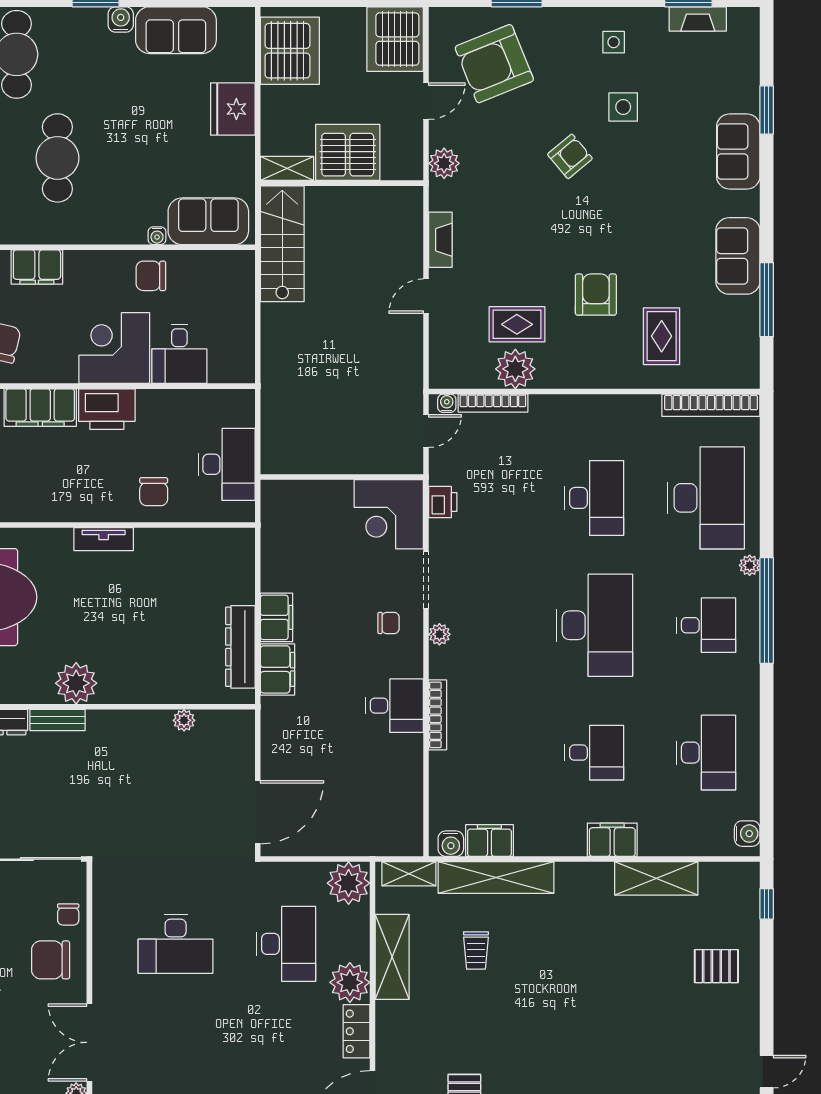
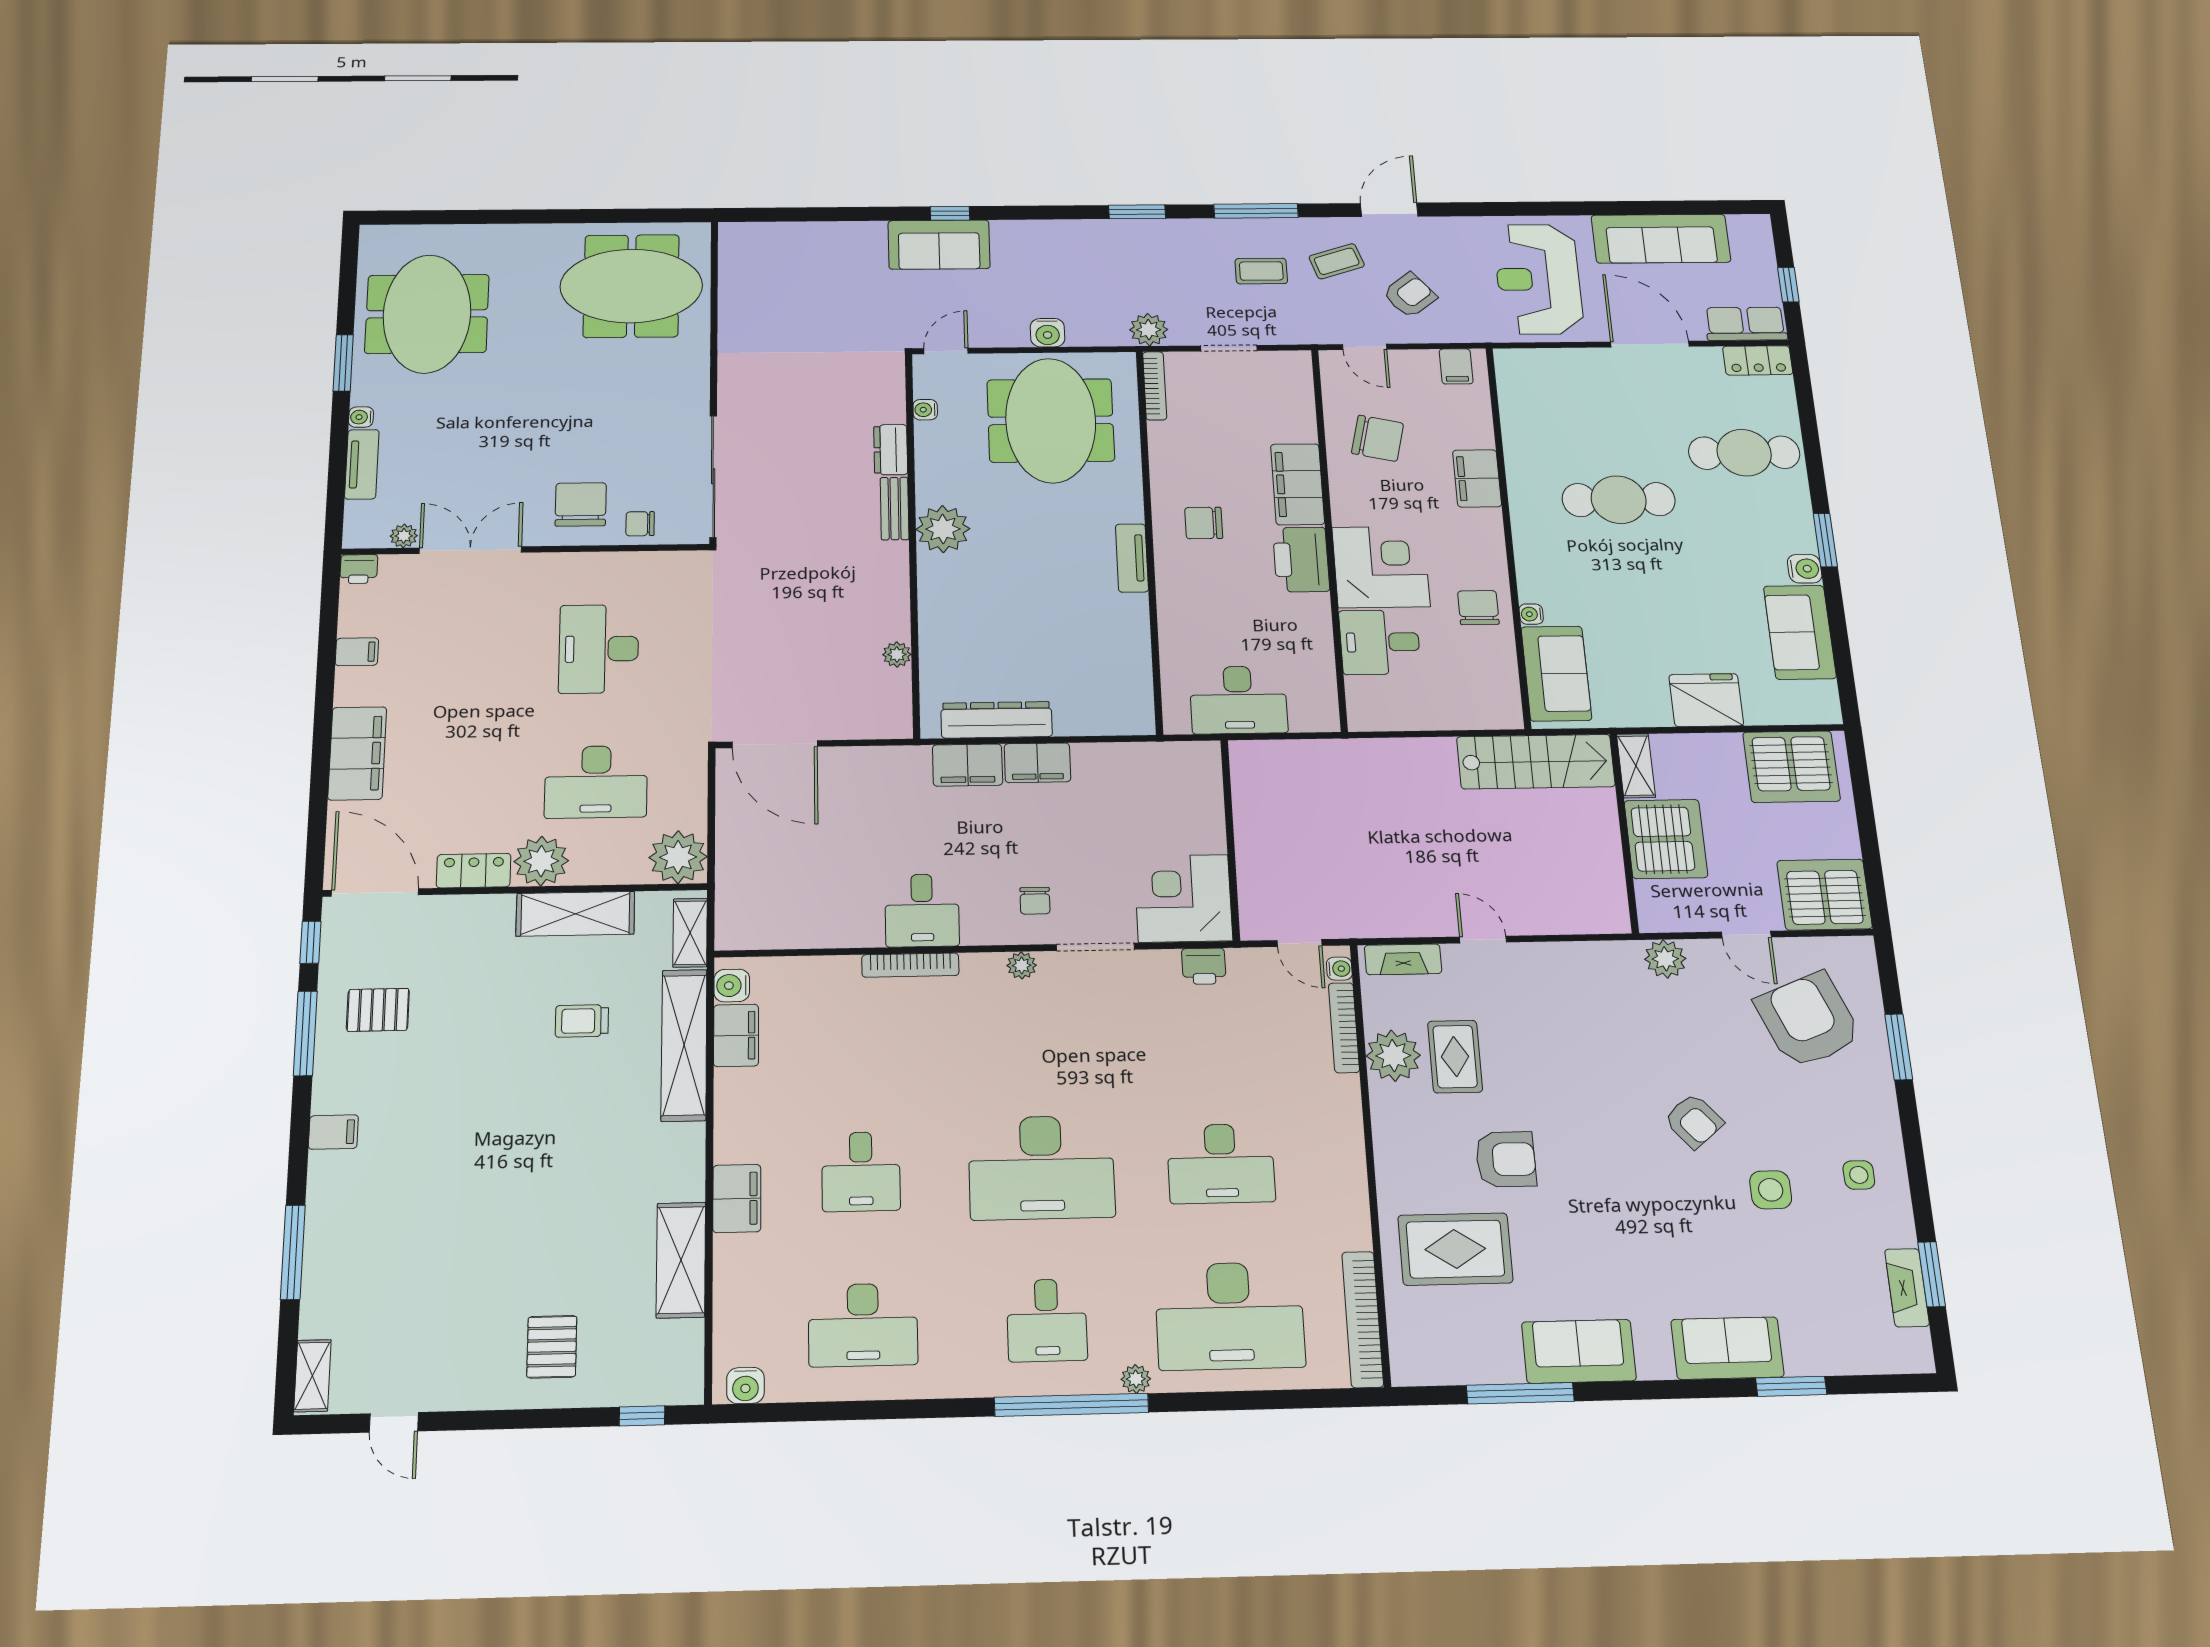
fireplace: (440, 240) -> (1403, 959), moved
rug: (662, 336) -> (1455, 1249), width x1.36, depth x1.43
chair: (154, 492) -> (1204, 523), moved

